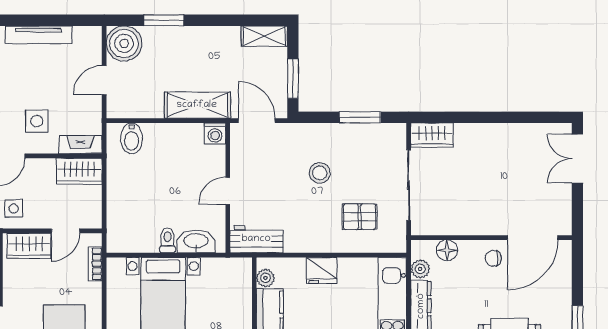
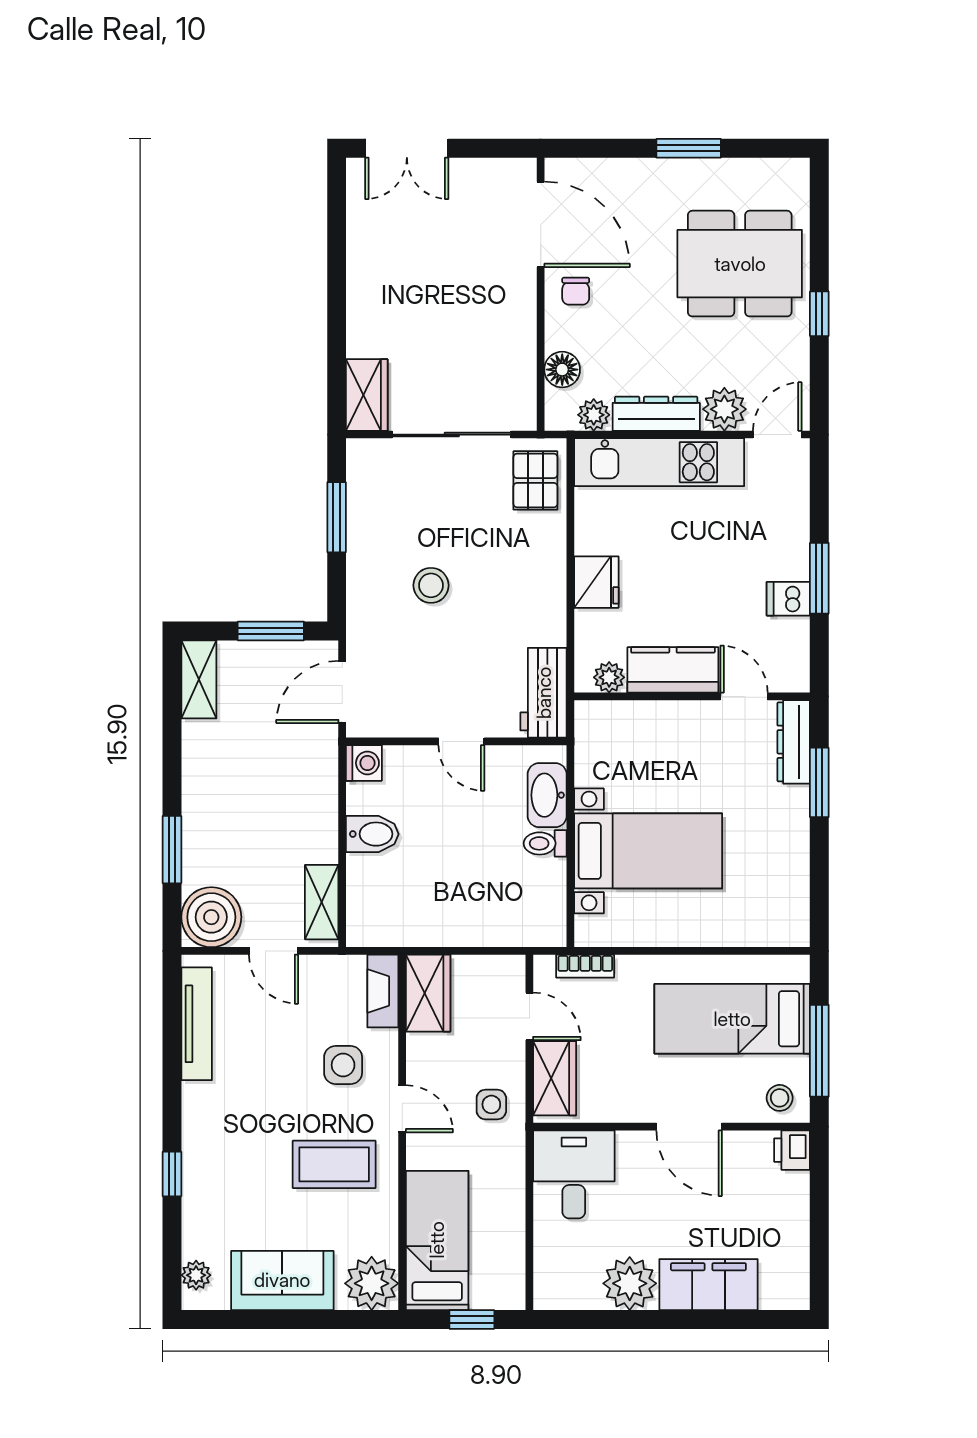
tv unit: (39, 35) -> (197, 1024), moved
shelving: (197, 105) -> (322, 902), moved, width x0.67, depth x0.75
bidet: (132, 138) -> (372, 834), moved
pallet: (360, 217) -> (535, 480), moved

